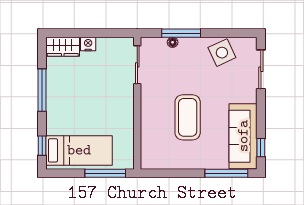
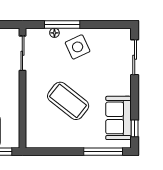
side table: (222, 53) -> (78, 47), moved
coffee table: (188, 117) -> (68, 101), turned -52
sofa: (243, 136) -> (118, 118), width x0.73

